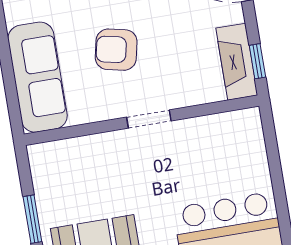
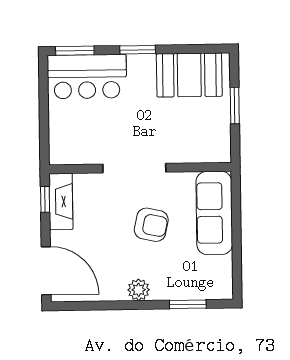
doorway: (149, 119) -> (134, 168), width x1.87

